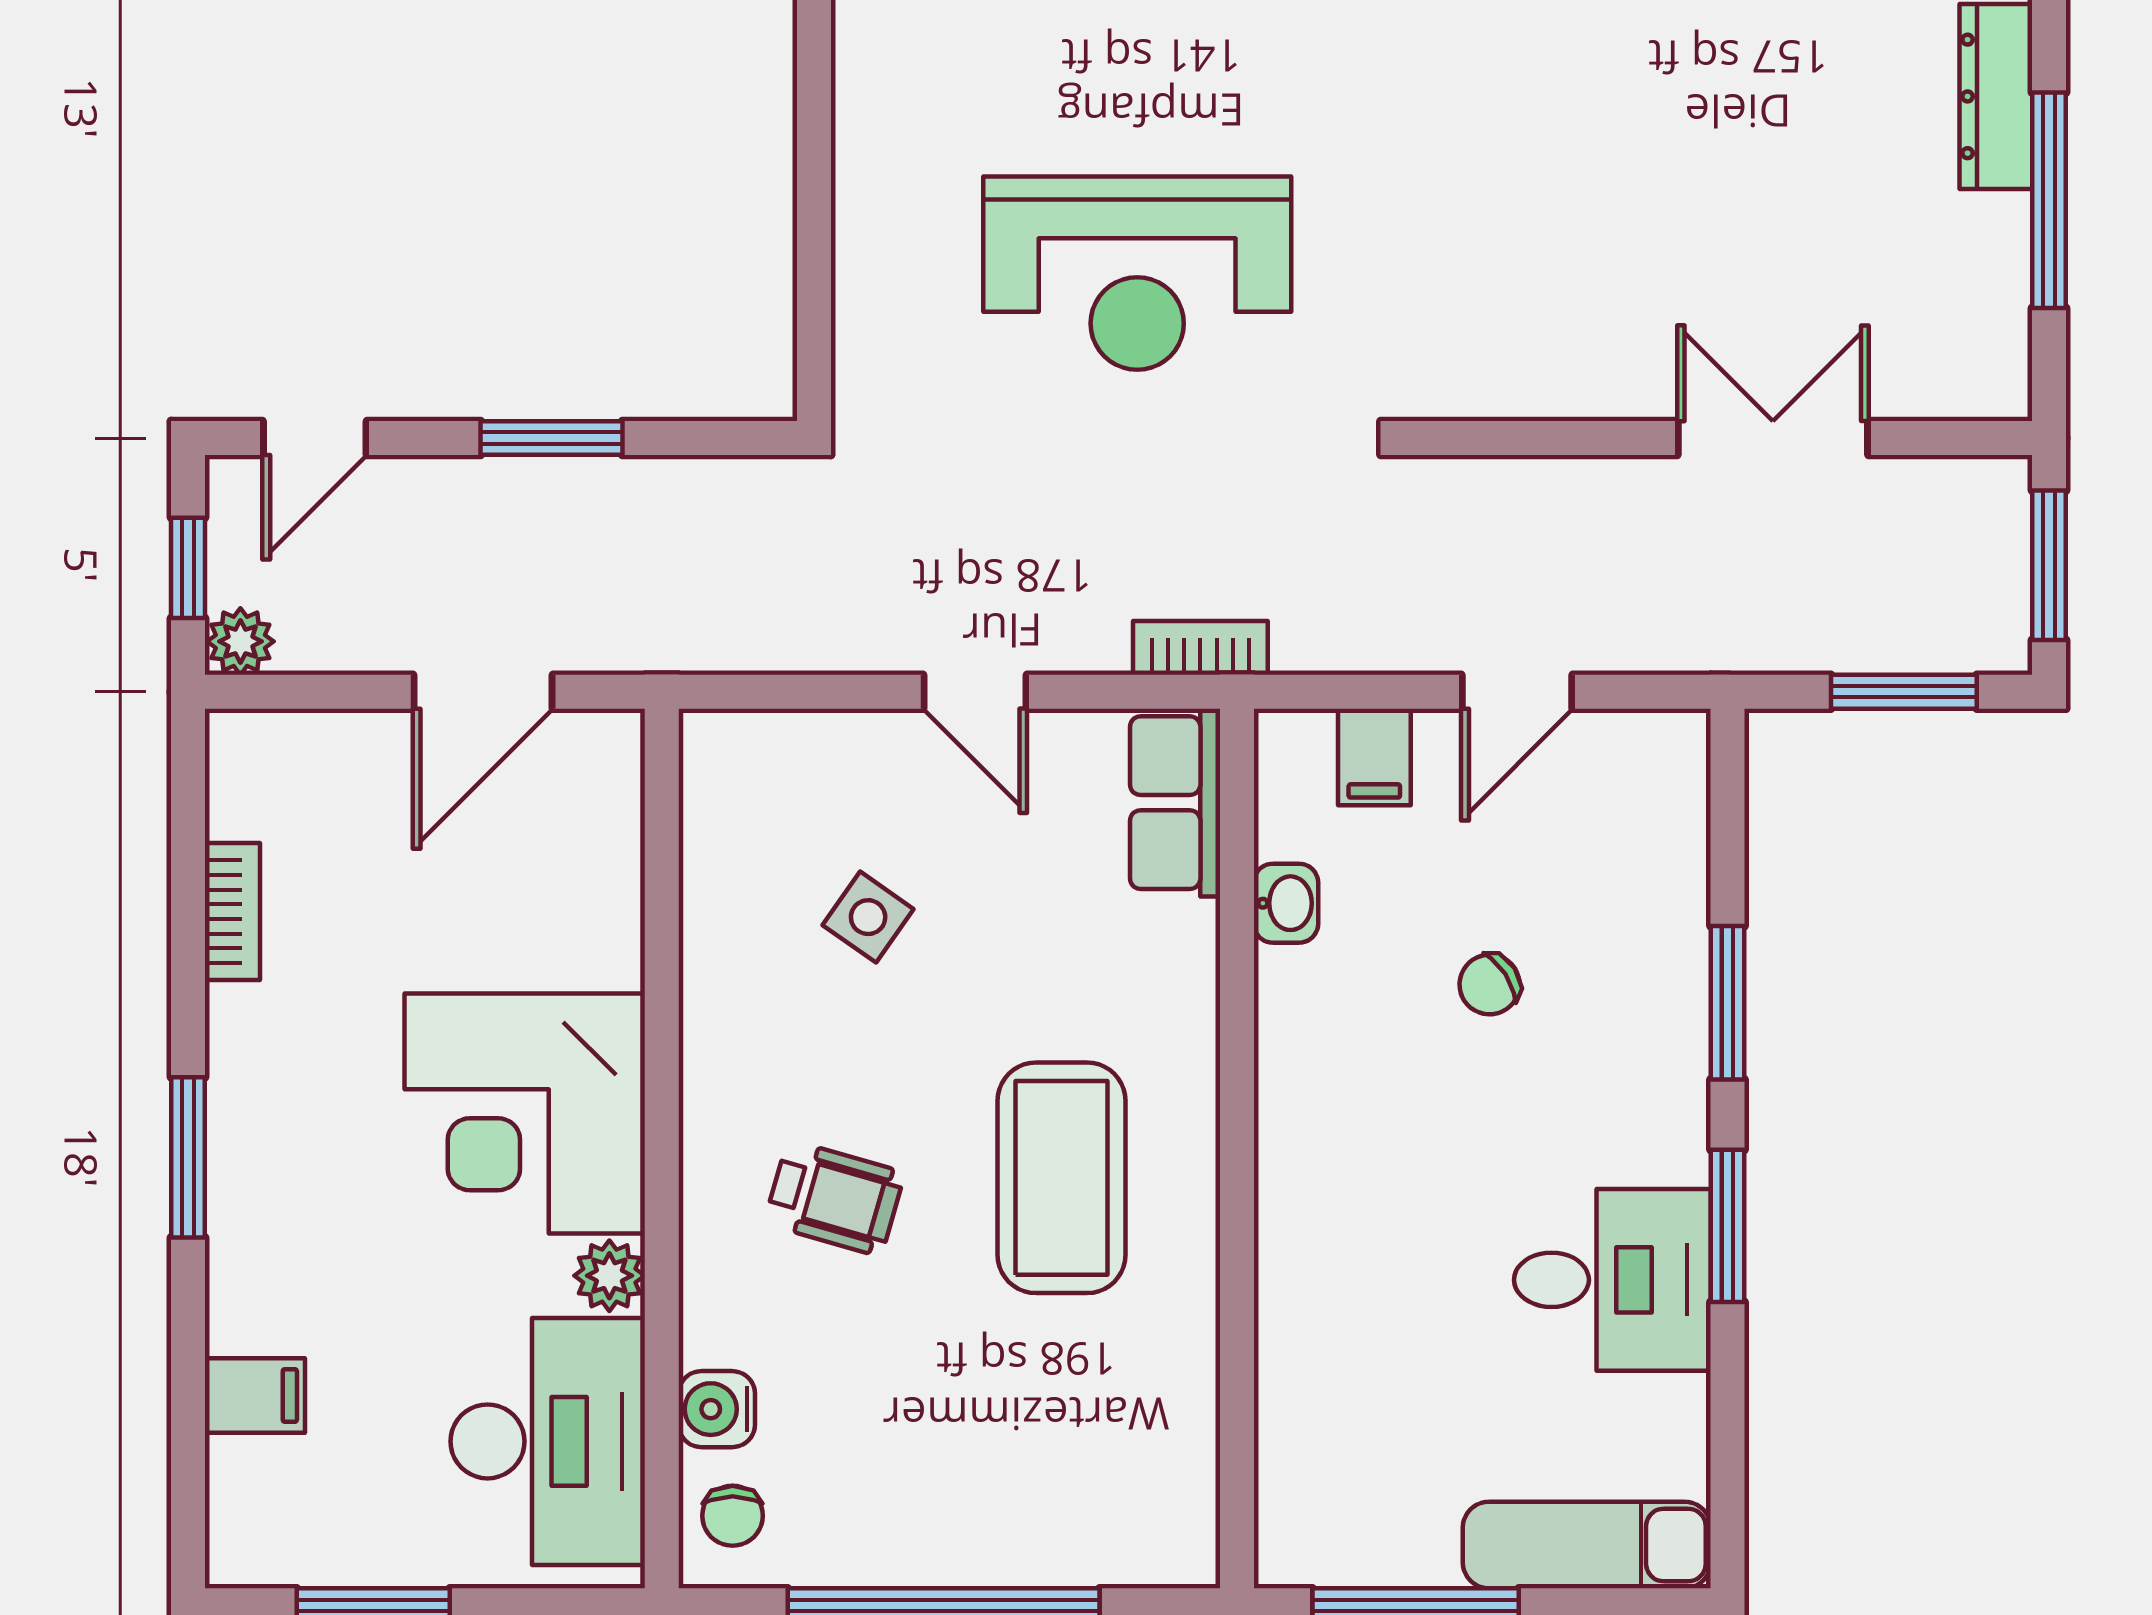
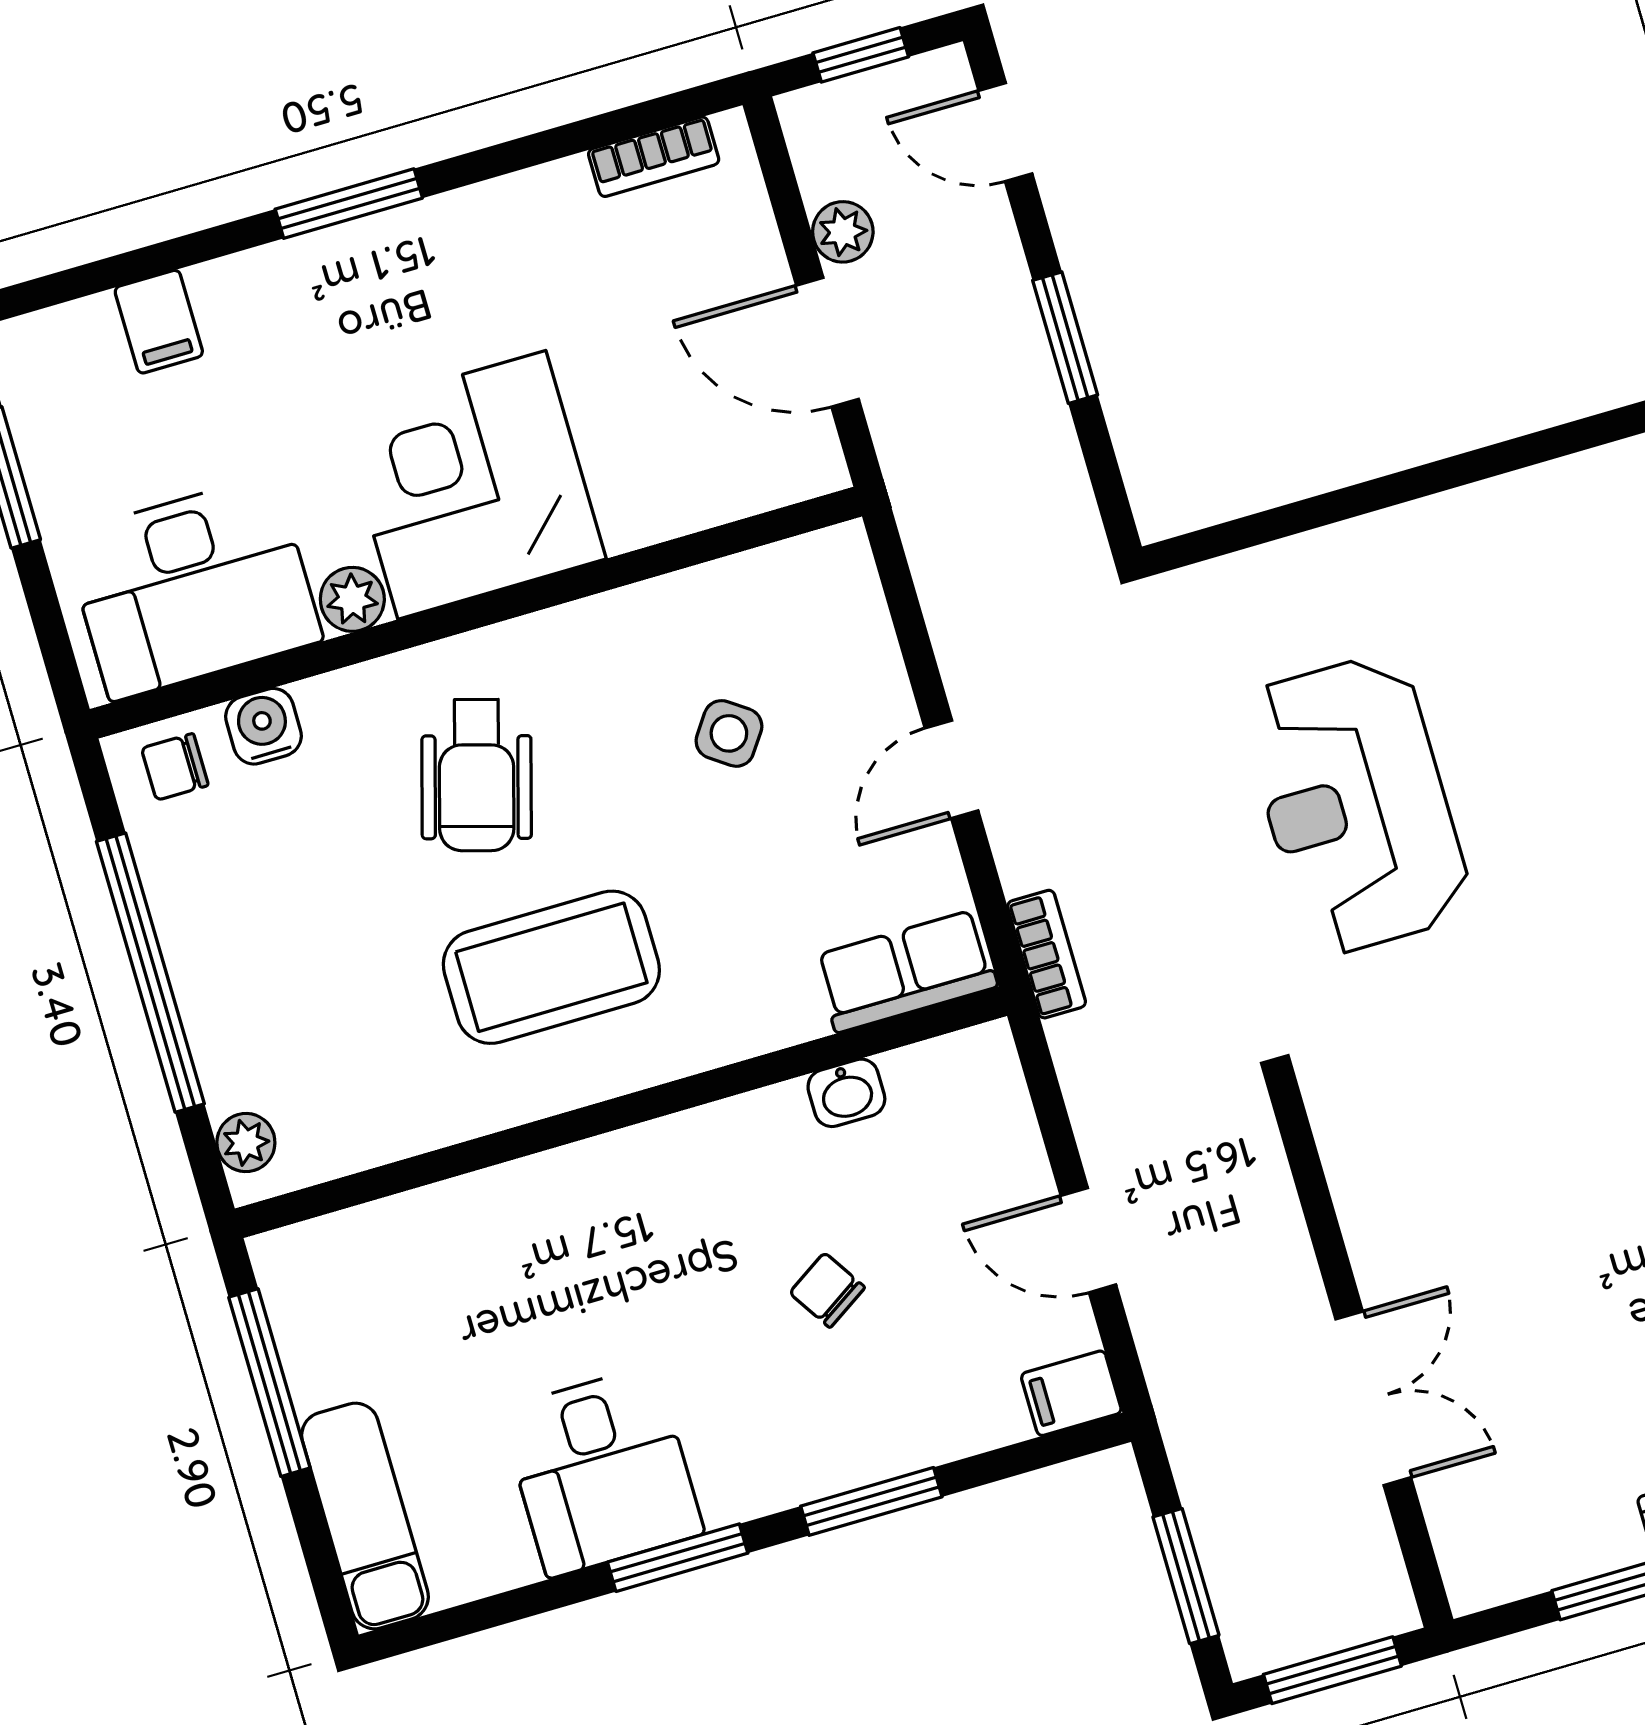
plant: (240, 641) -> (843, 232), moved
filing cabinet: (1374, 757) -> (1071, 1393), moved
bookcase: (232, 912) -> (654, 157), moved
wheelchair: (834, 1198) -> (477, 775), width x1.36, depth x1.37
plant: (1153, 1556) -> (246, 1143), added

